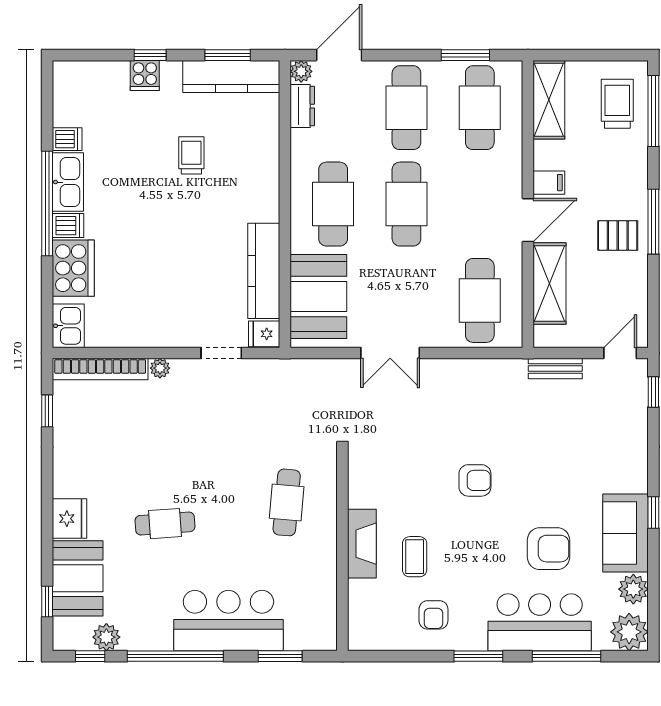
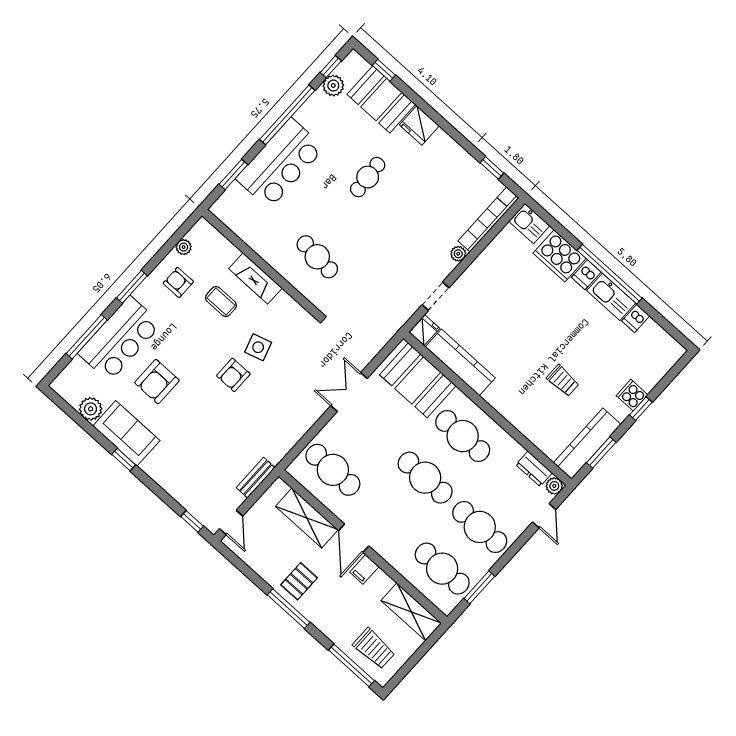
door: (339, 55) -> (544, 516), width x0.73
side table: (426, 481) -> (258, 347), added
plant: (629, 632) -> (184, 247), moved, width x0.53, depth x0.53

